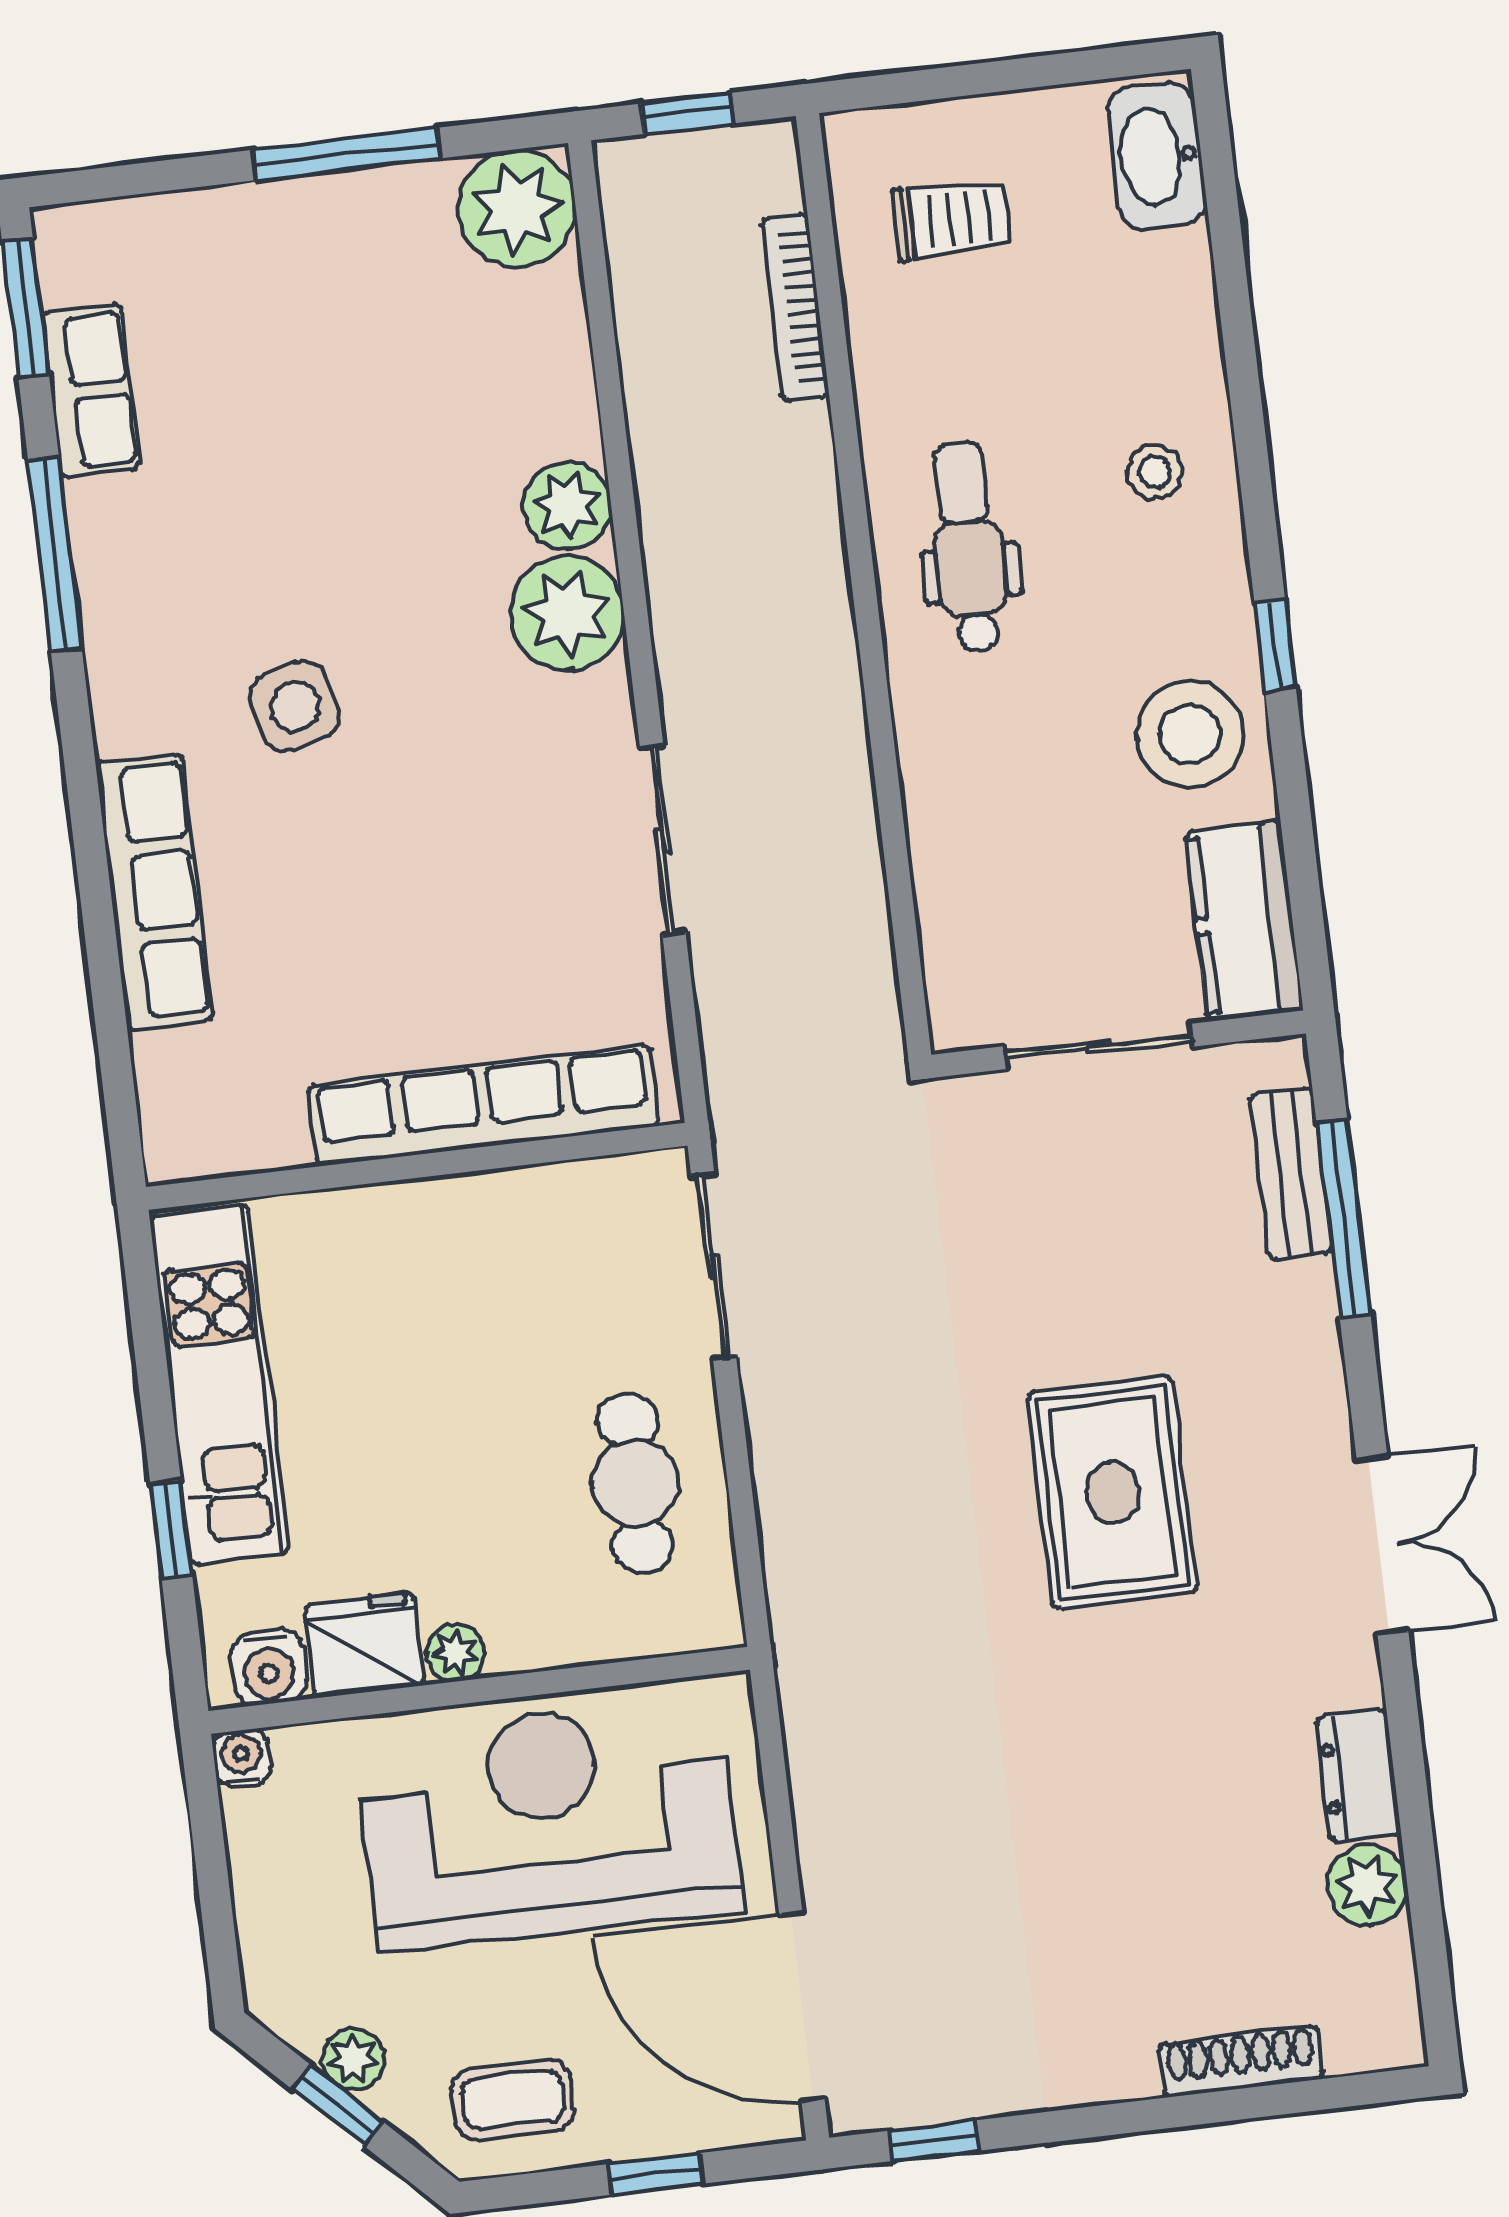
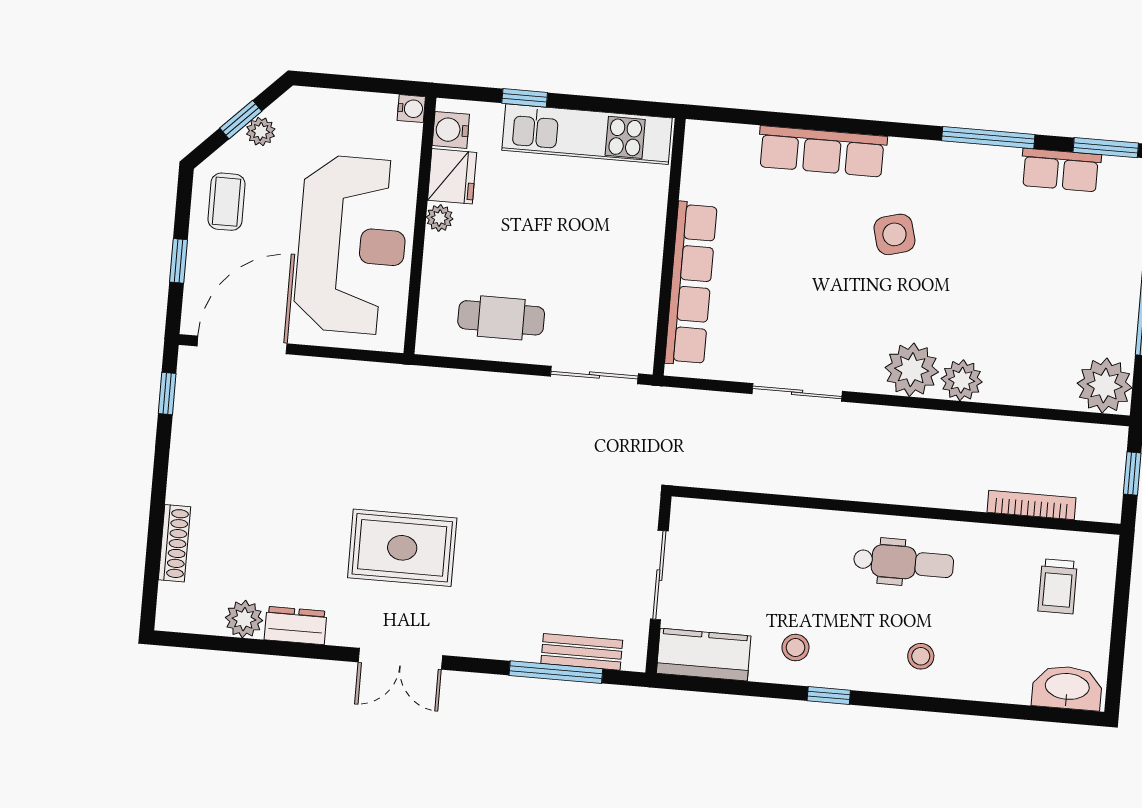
stool: (1190, 734) -> (795, 648), width x0.53, depth x0.53
rug: (1112, 1492) -> (402, 548), moved

